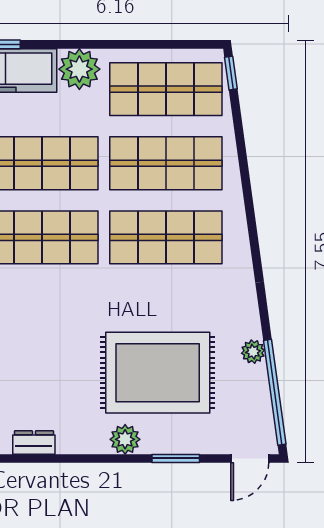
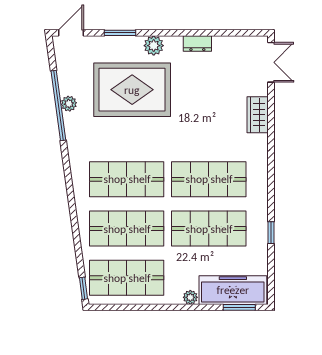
plant: (79, 69) -> (190, 297), width x0.53, depth x0.53
window: (275, 392) -> (58, 105), moved
dresser: (34, 442) -> (197, 43), moved

